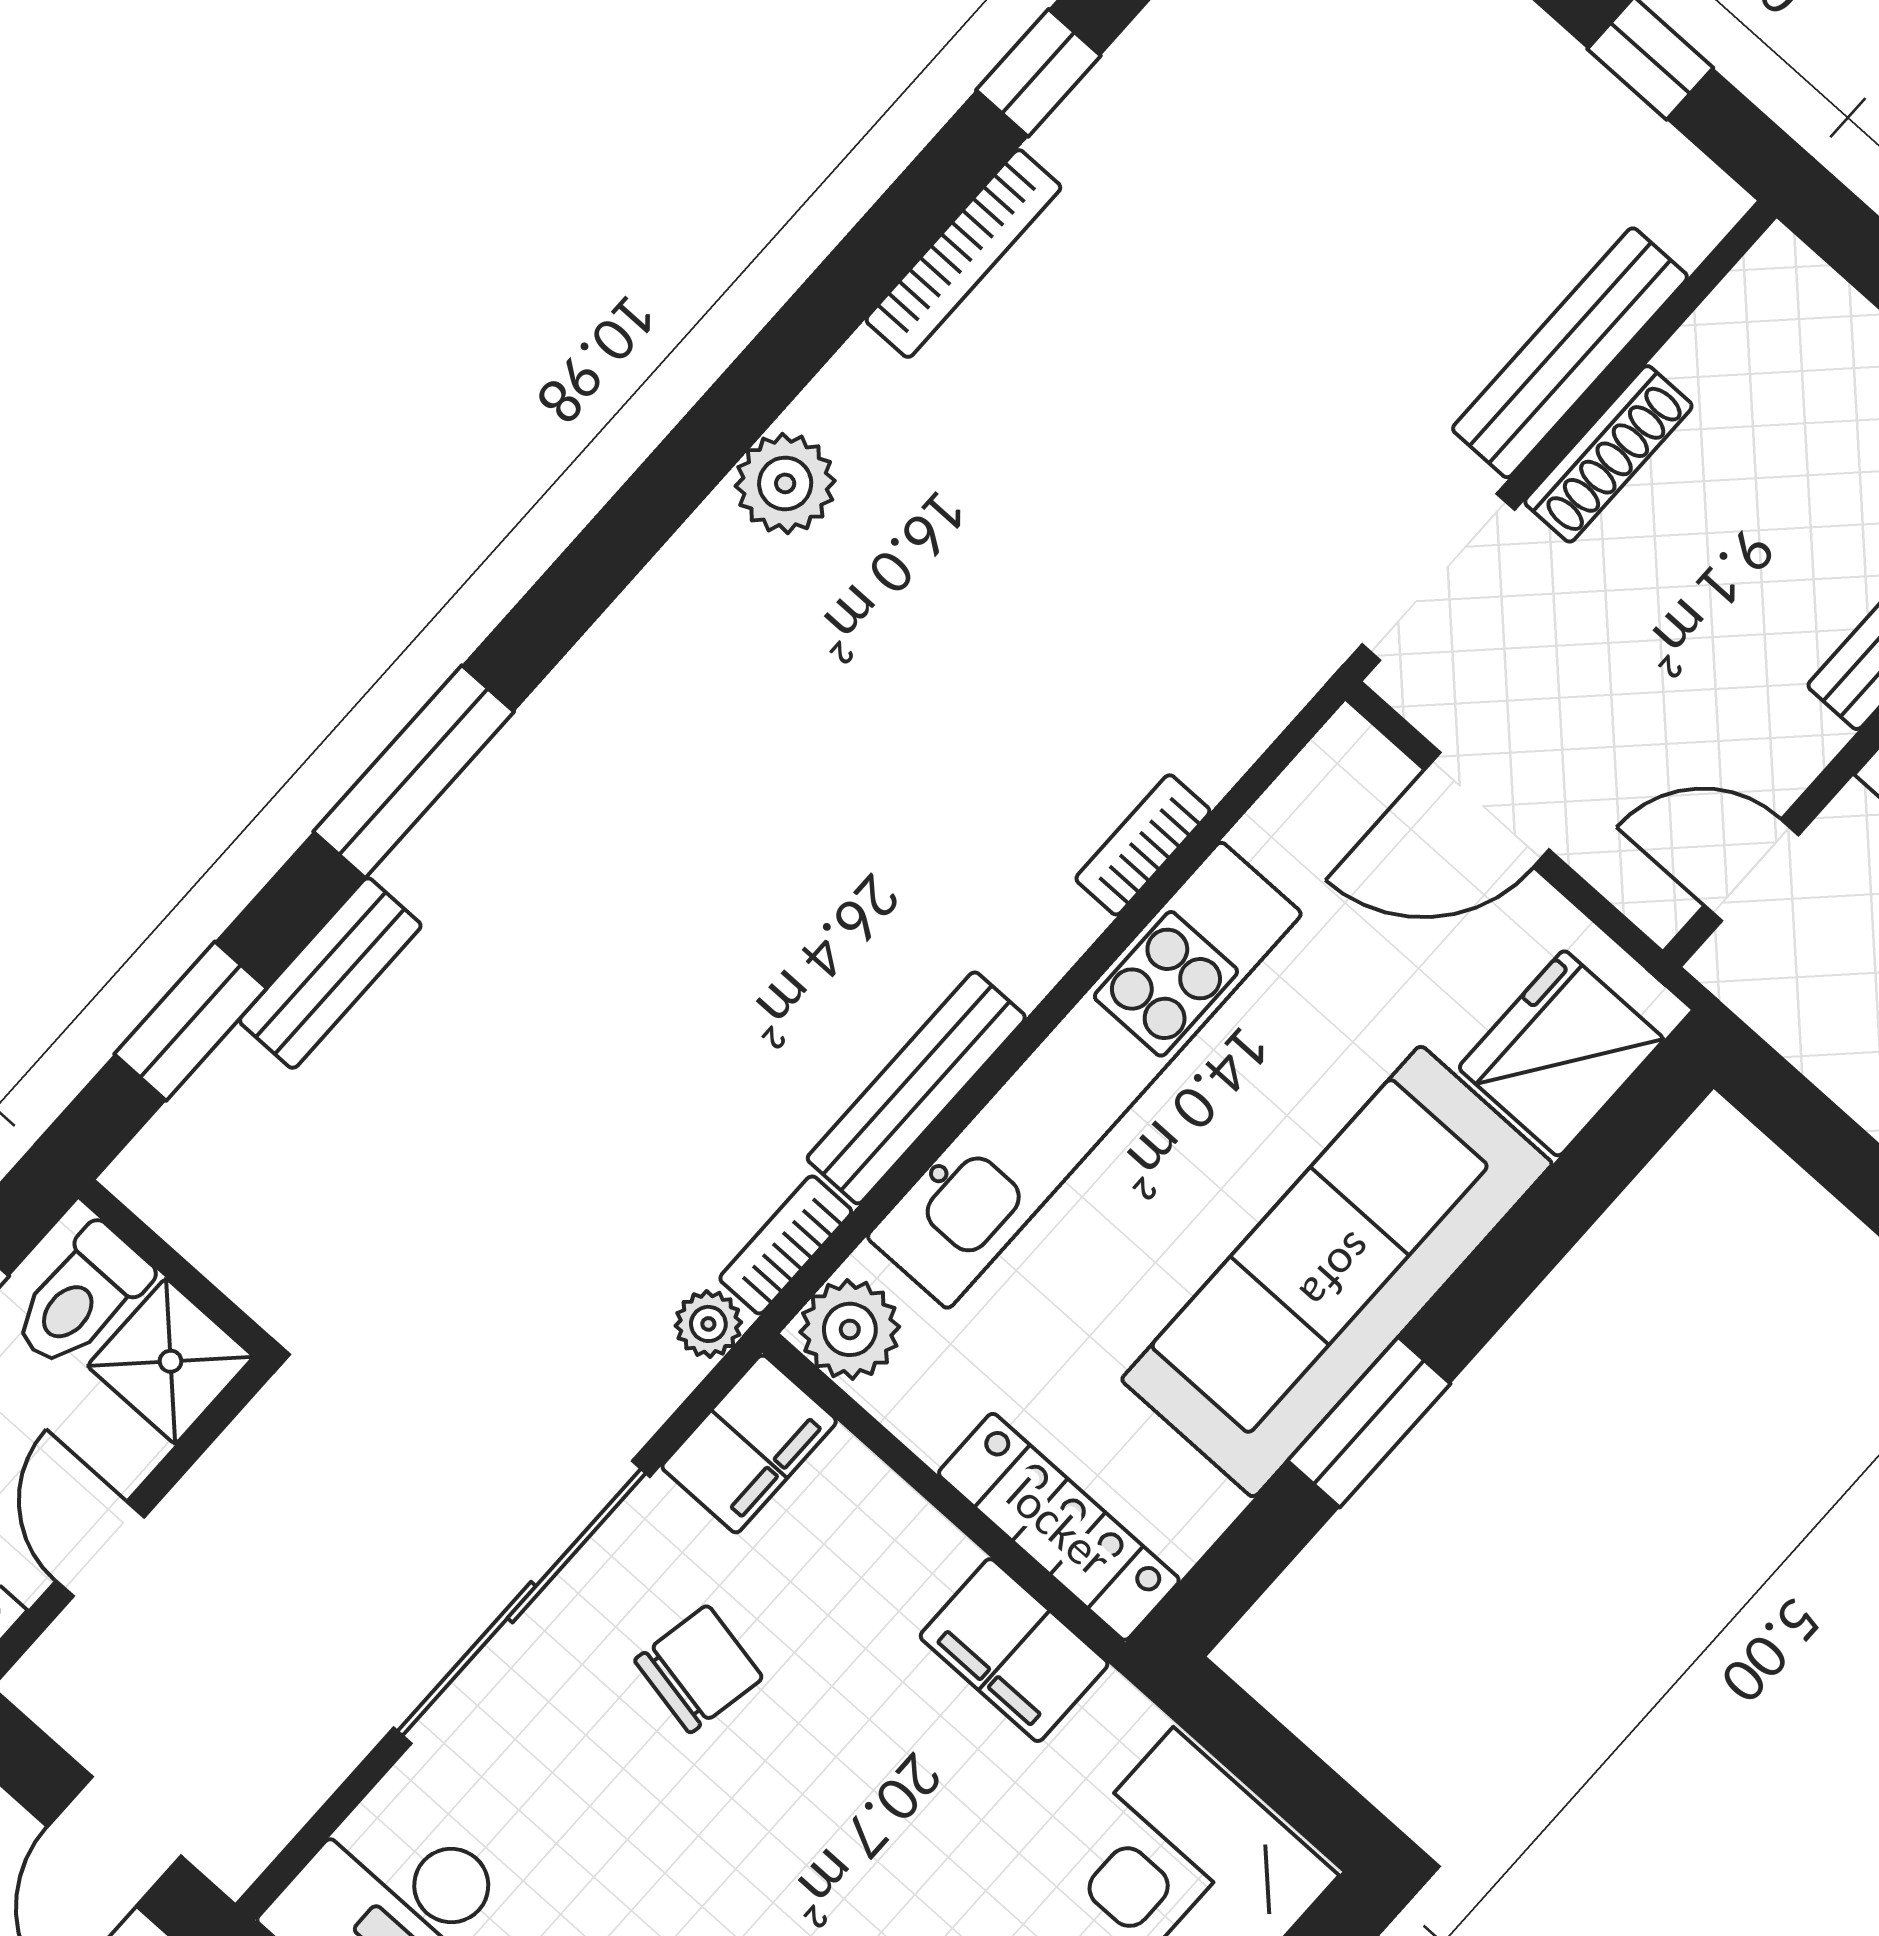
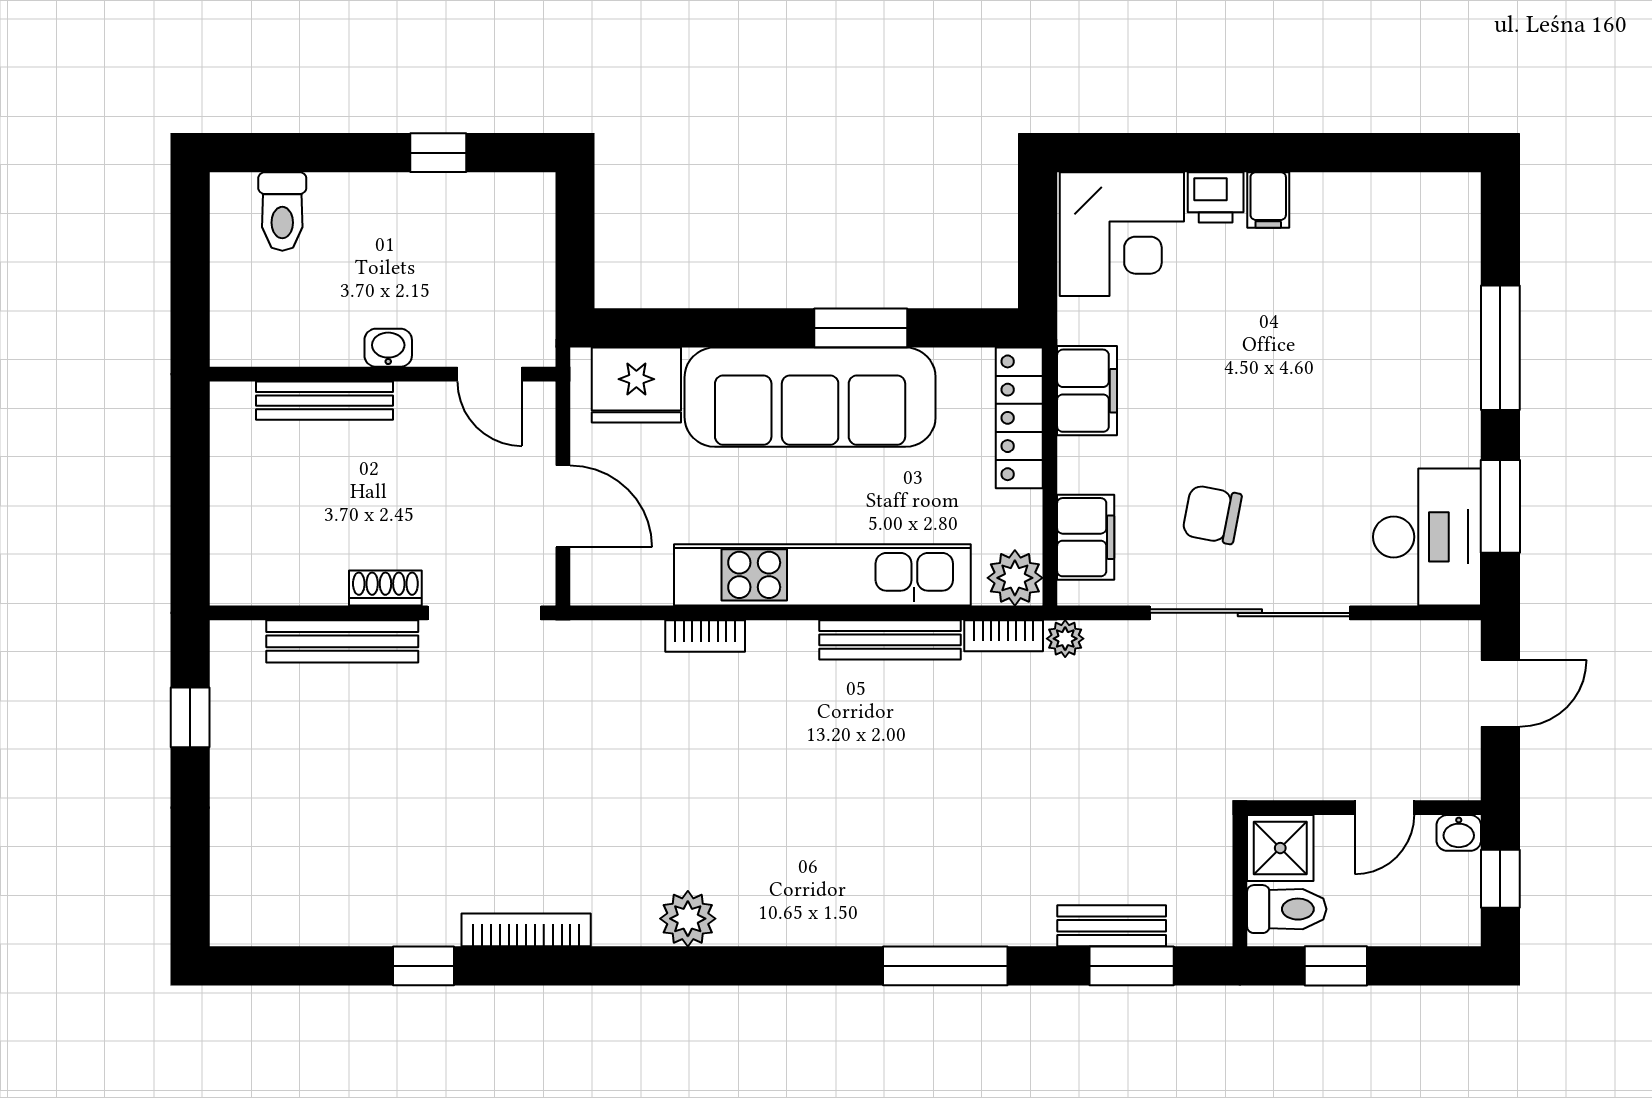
shoe rack: (1608, 454) -> (385, 588), width x0.70
bench: (330, 973) -> (1112, 926), moved
filing cabinet: (749, 1444) -> (1086, 537), moved, turned 90

